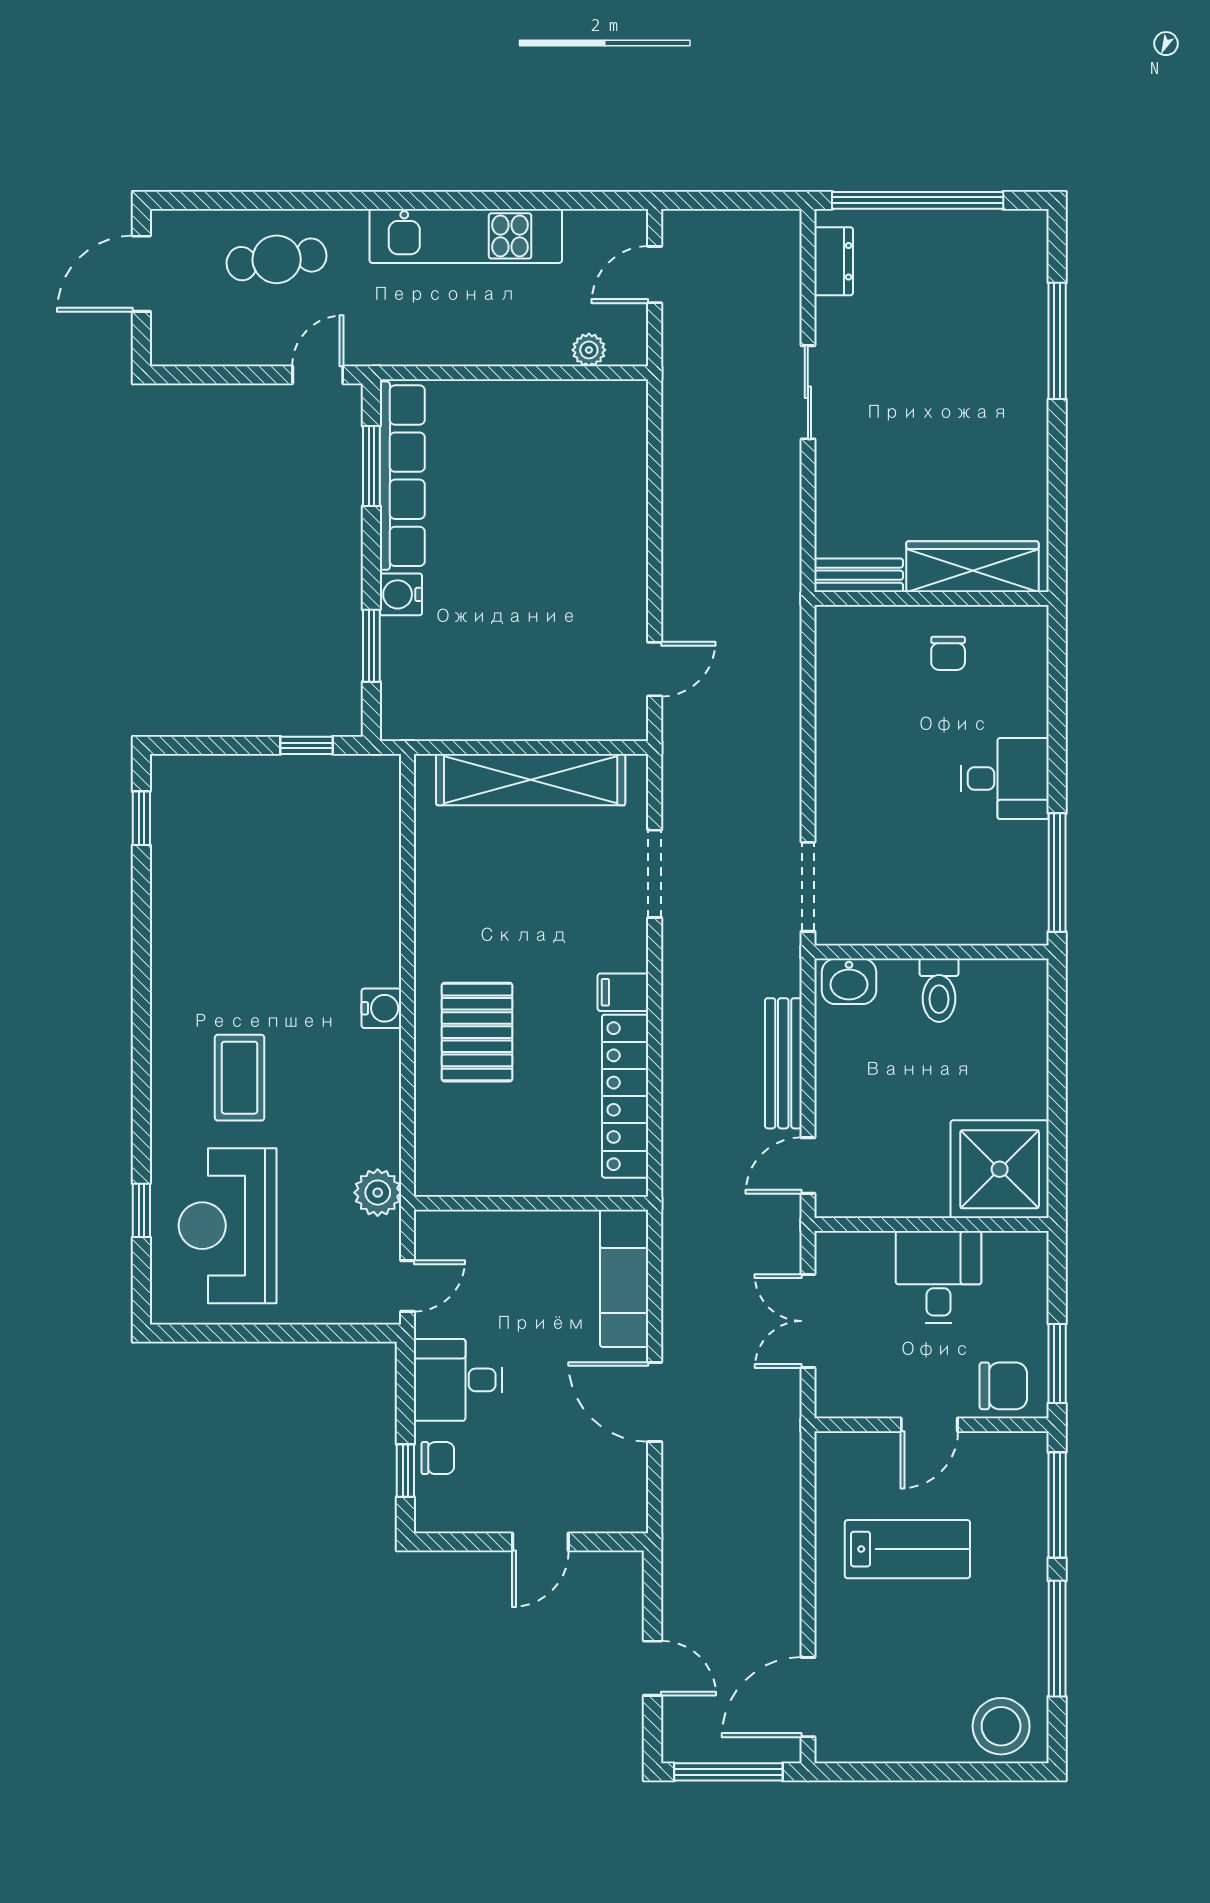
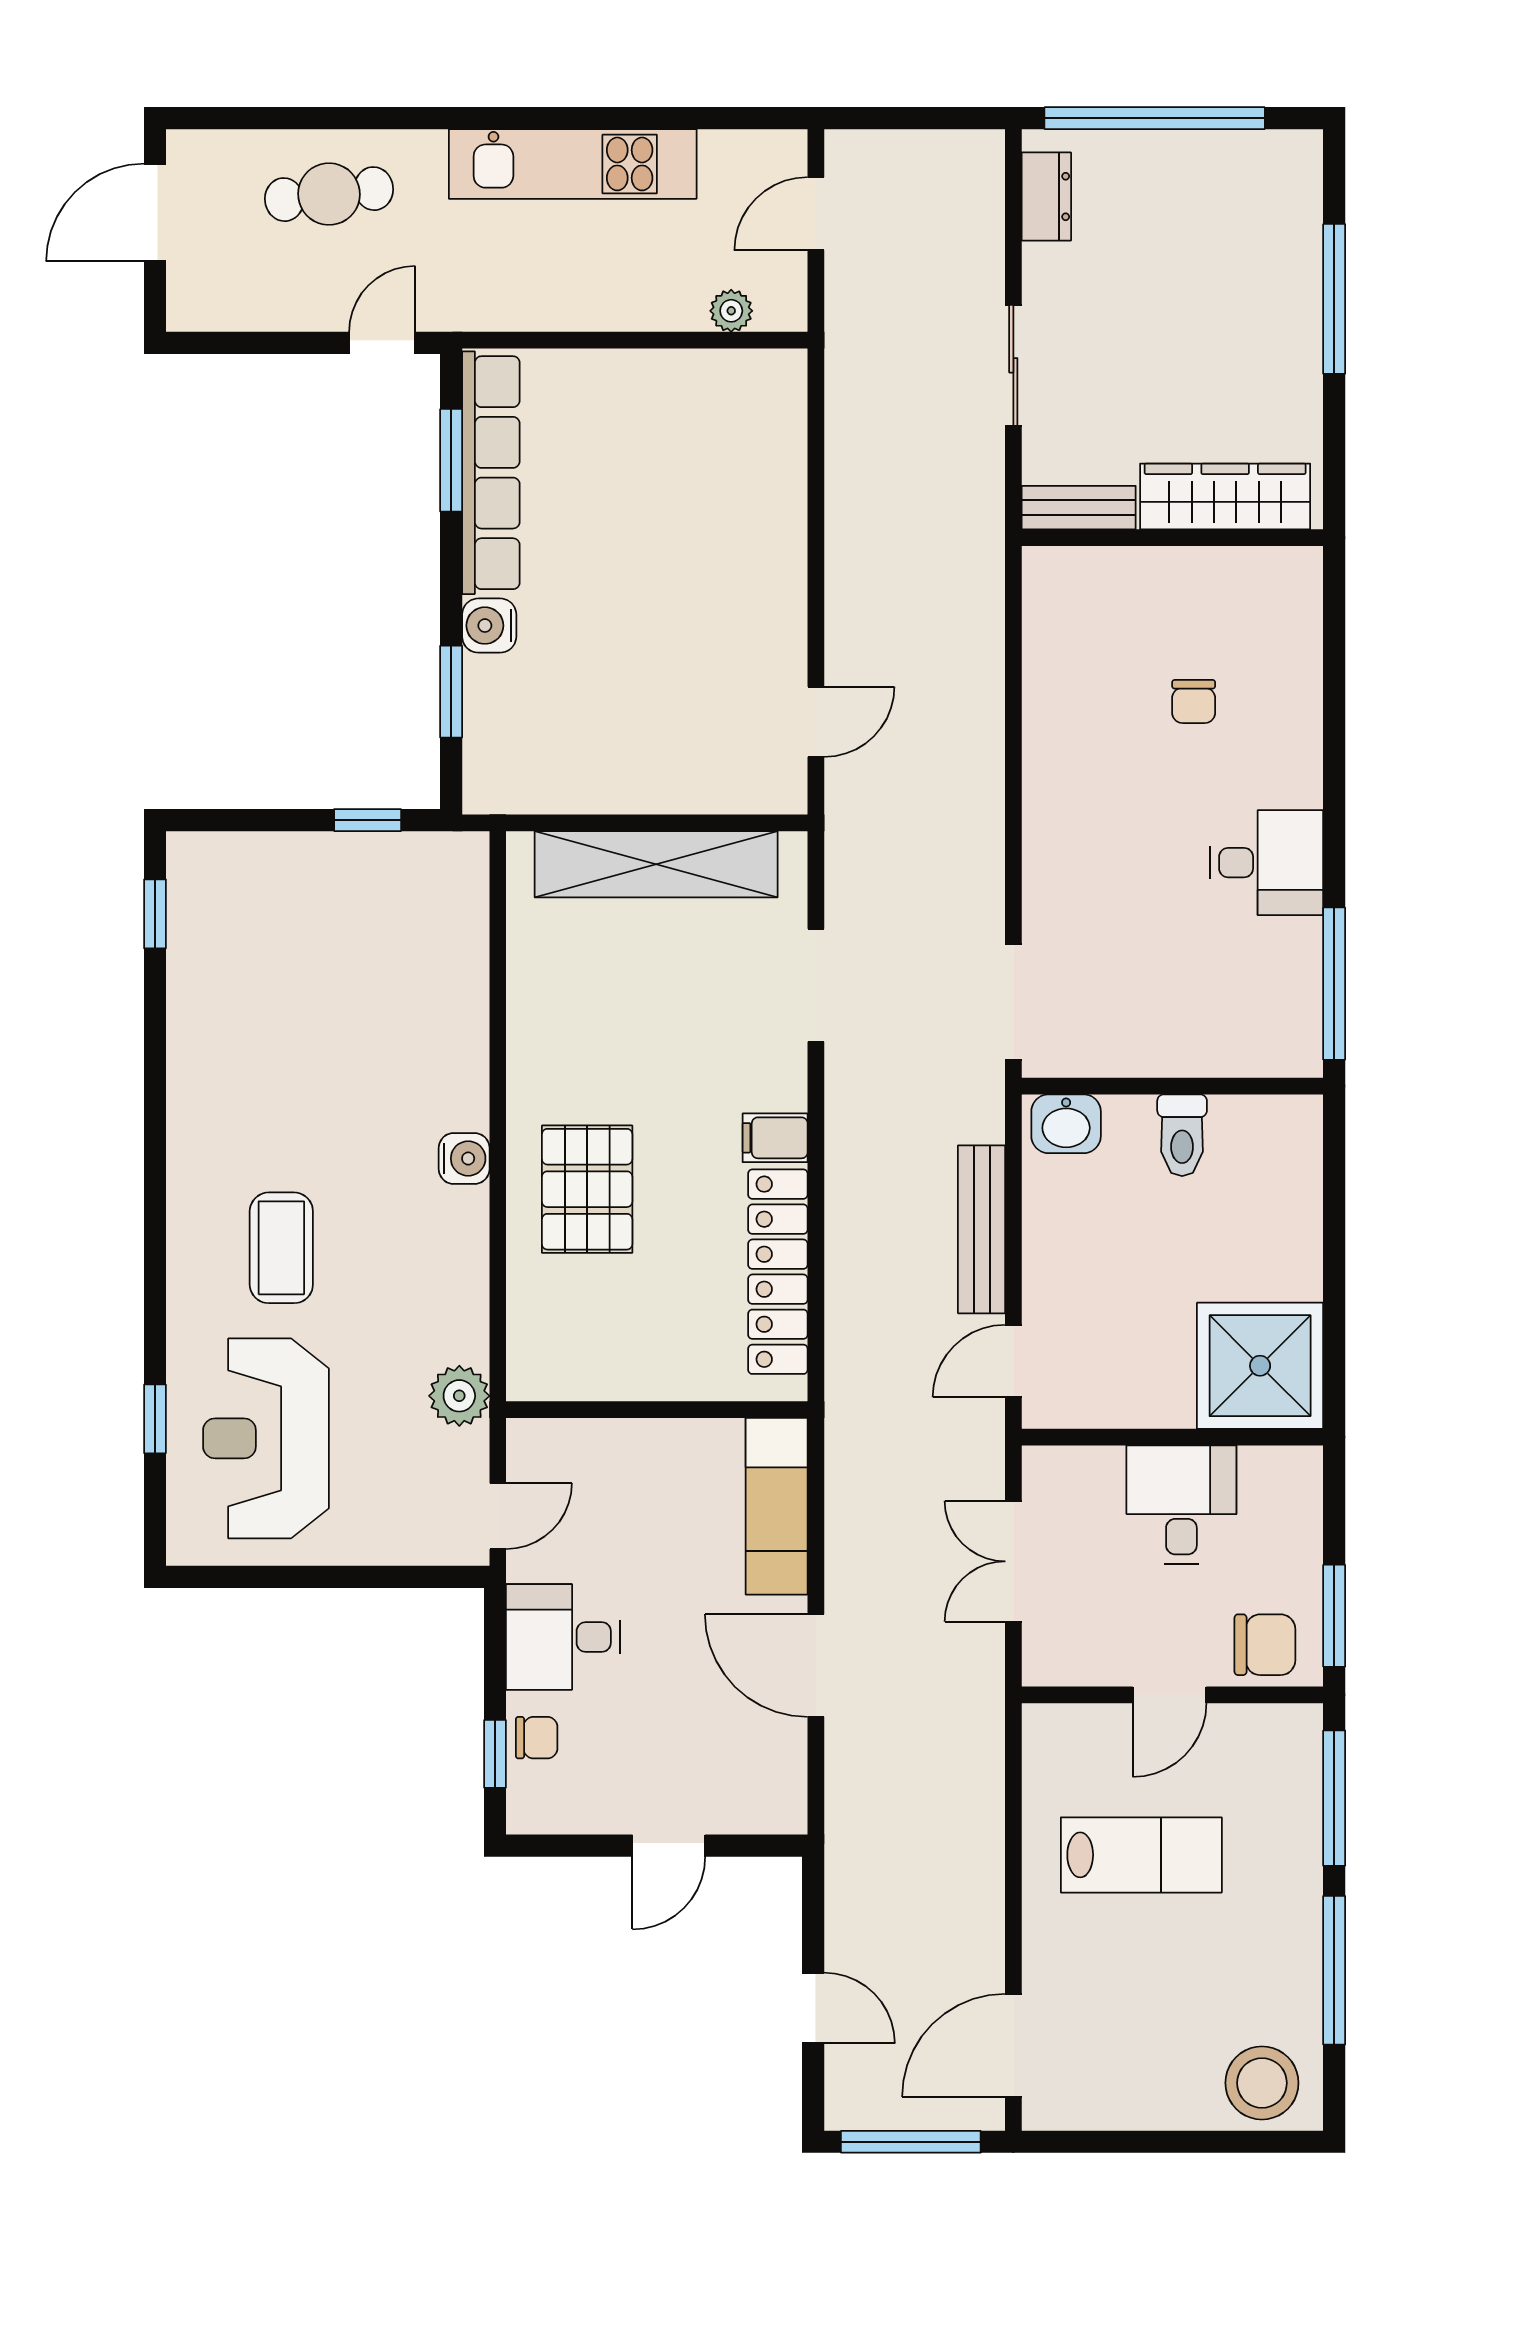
wardrobe: (972, 567) -> (1225, 497), moved
bench: (859, 575) -> (1079, 508), moved
wall: (931, 599) -> (1172, 538), moved

